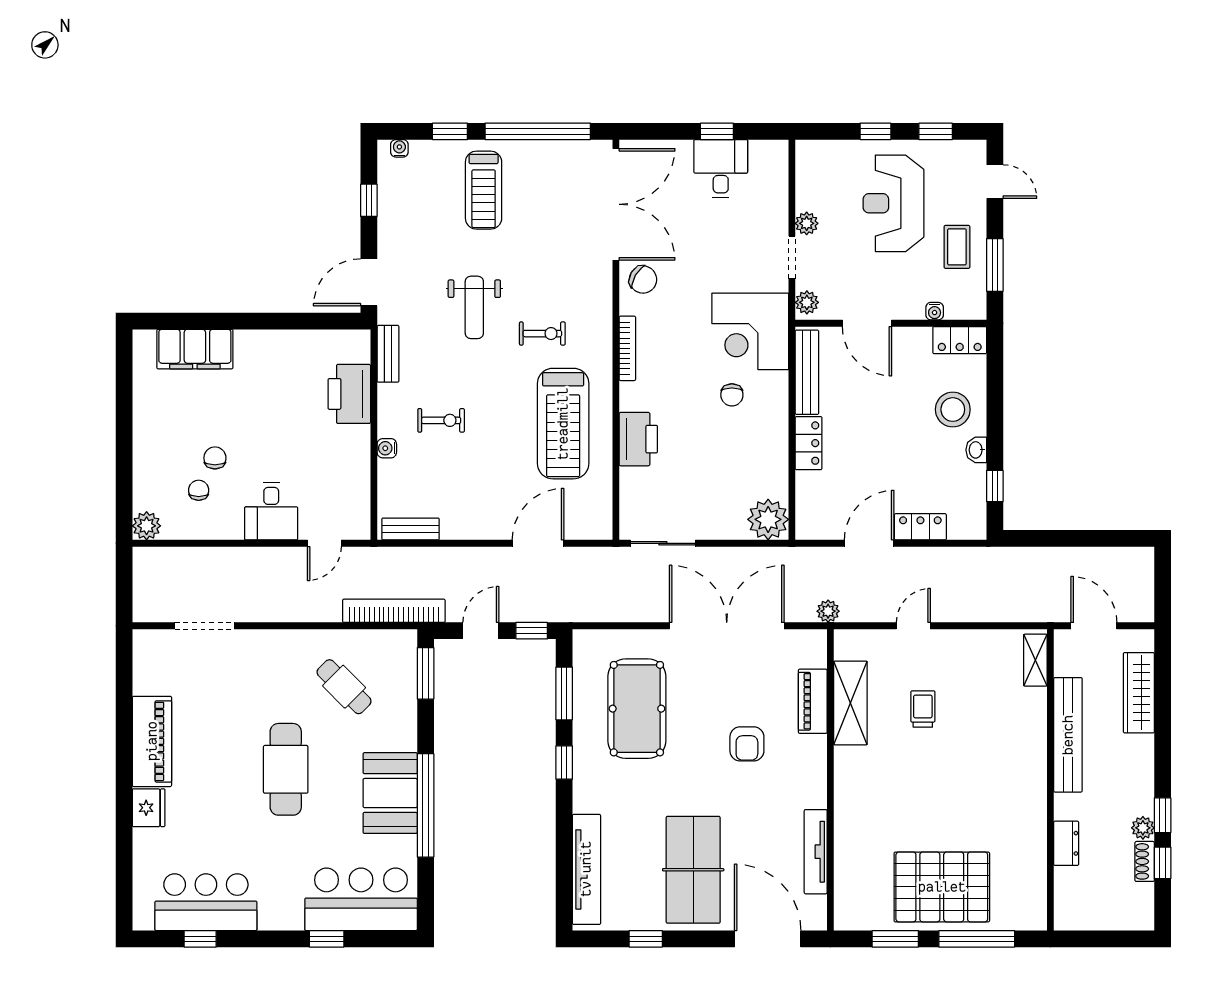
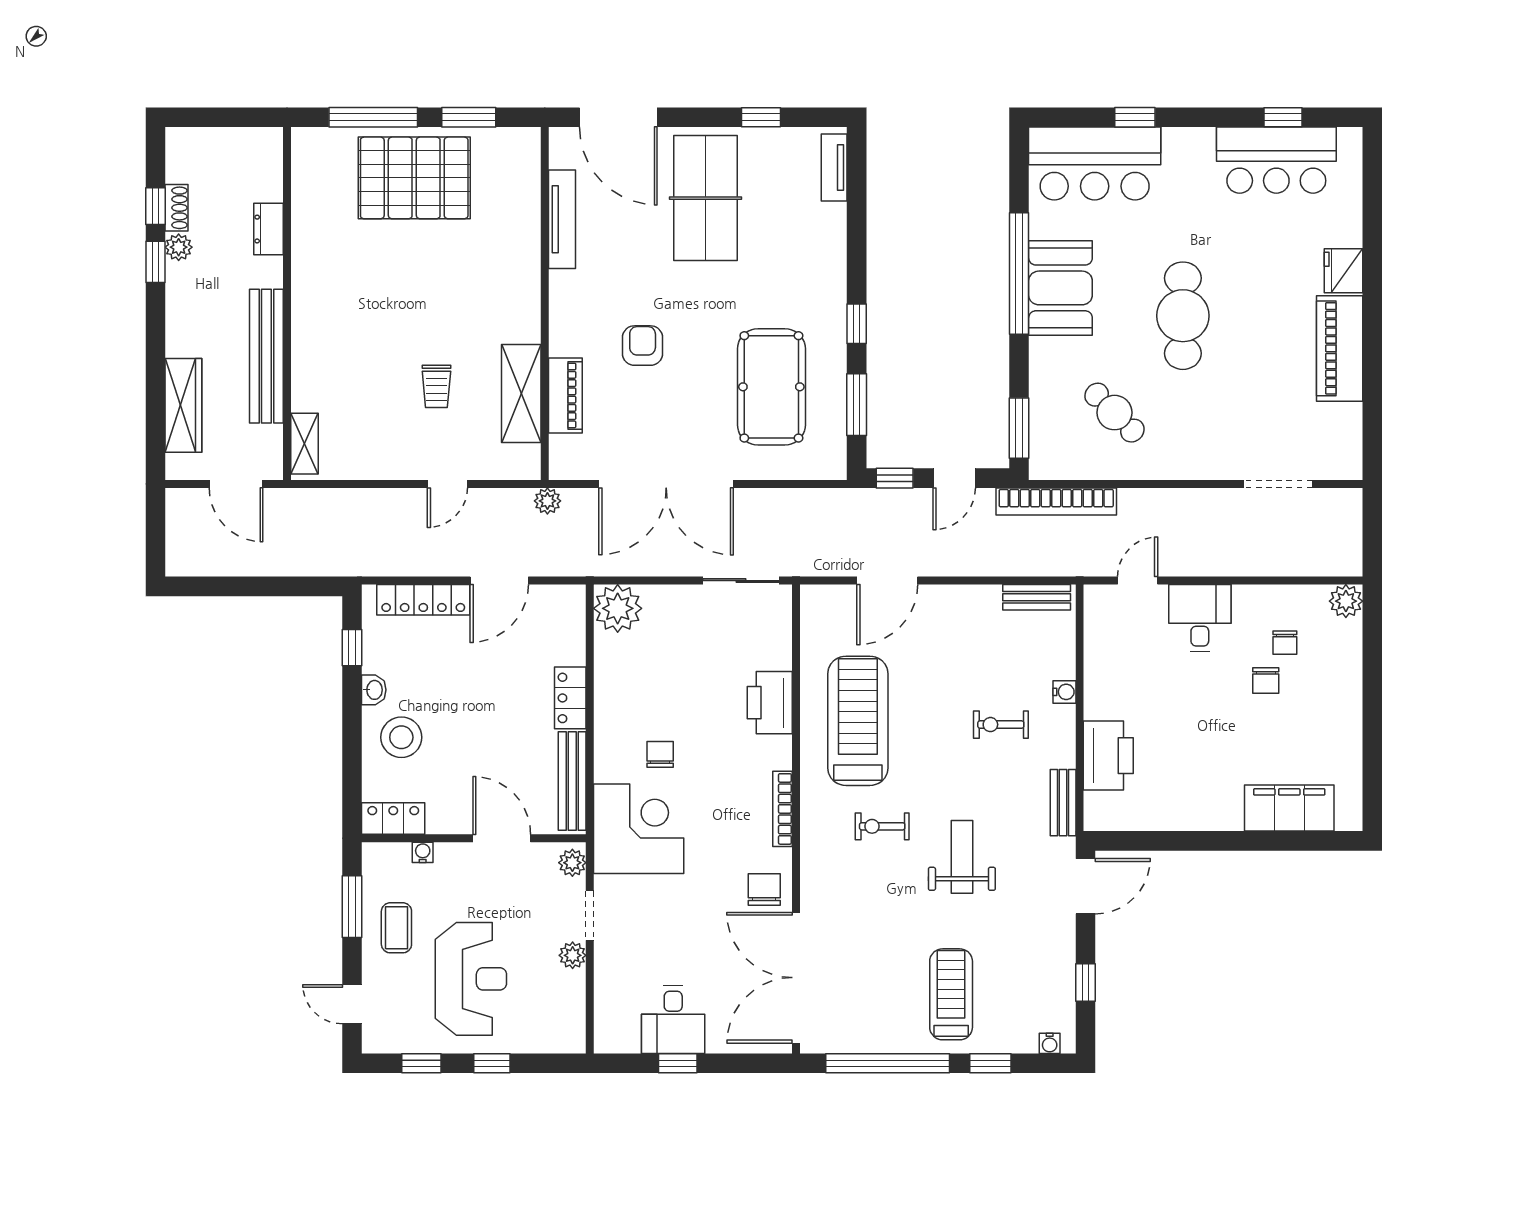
chair: (643, 280) -> (764, 890), turned 60
locker: (920, 527) -> (423, 600), width x1.53
tv unit: (586, 869) -> (834, 168), width x0.52, depth x0.78

